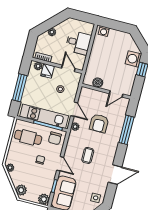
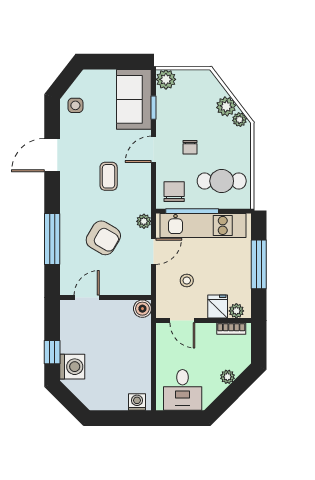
desk: (78, 43) -> (183, 390), moved, turned -90
boiler: (98, 83) -> (142, 309), moved
door: (74, 109) -> (154, 251), swing flipped
armchair: (99, 123) -> (103, 238), turned 121
door: (60, 164) -> (154, 149), hinge flipped
plant: (21, 190) -> (226, 106), moved

